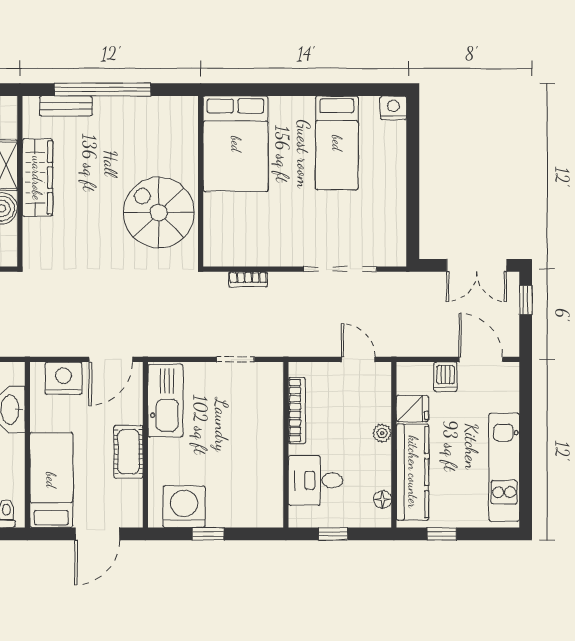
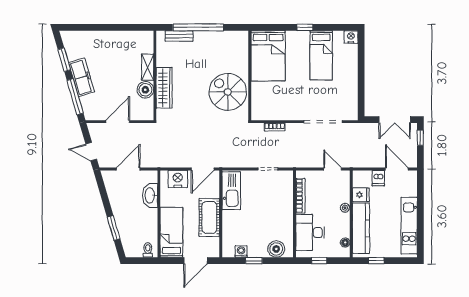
window: (306, 90) -> (305, 27), added
wardrobe: (37, 178) -> (164, 88), moved
cot: (128, 452) -> (209, 217), width x1.37, depth x1.34
desk: (316, 480) -> (310, 232), width x1.37
washing machine: (184, 507) -> (241, 251), width x0.53, depth x0.53
boiler: (251, 512) -> (276, 249), added

